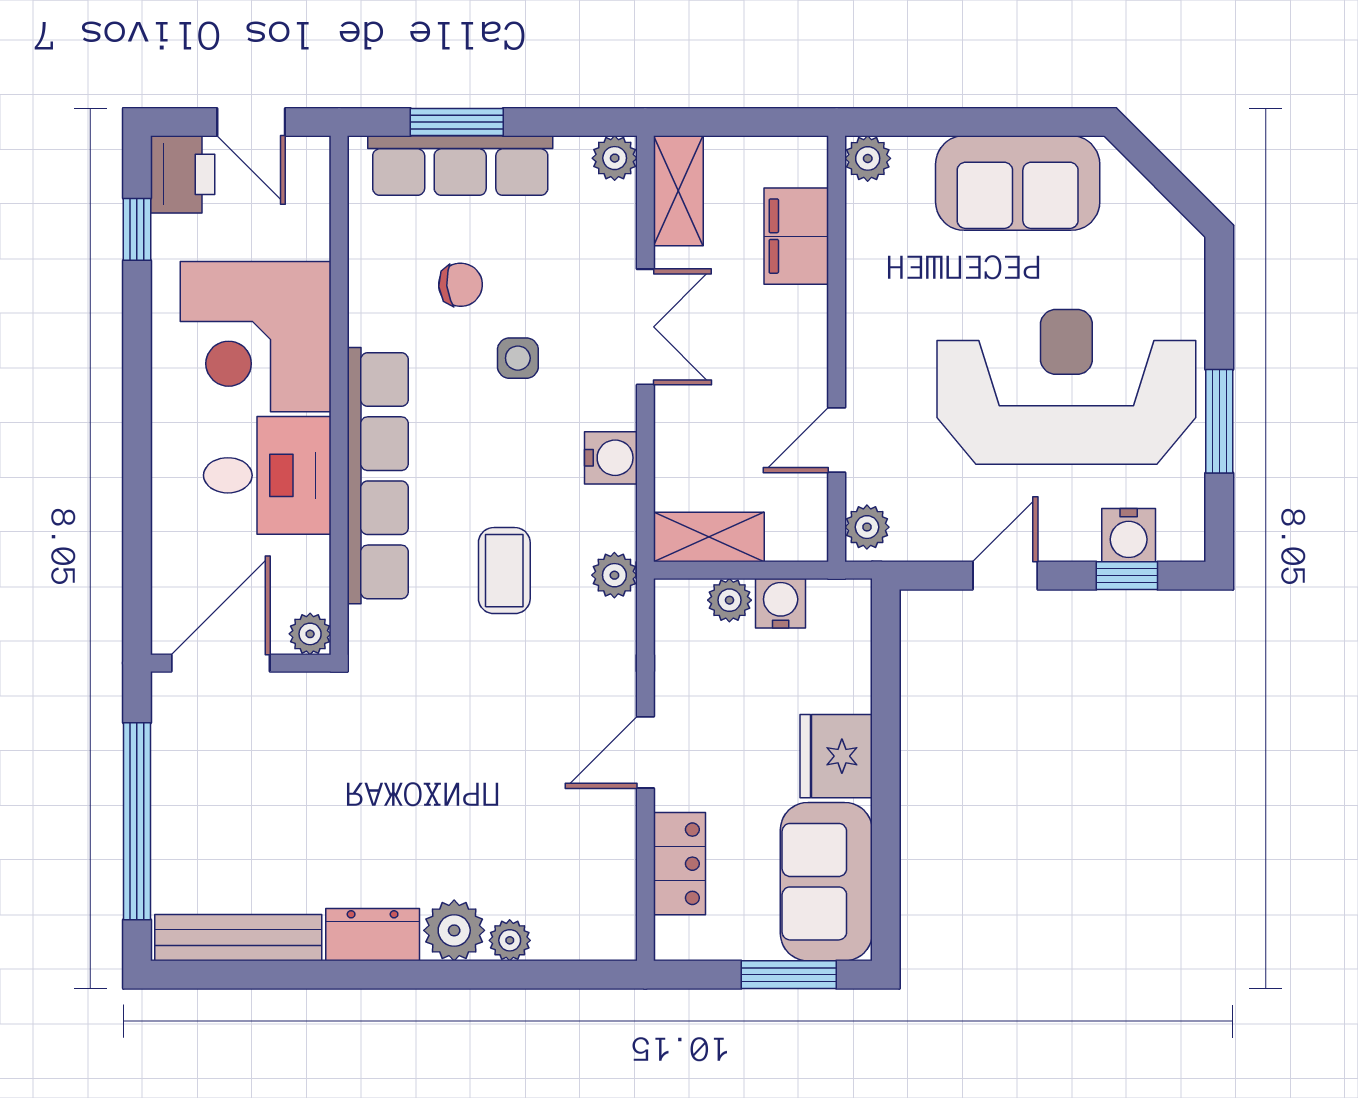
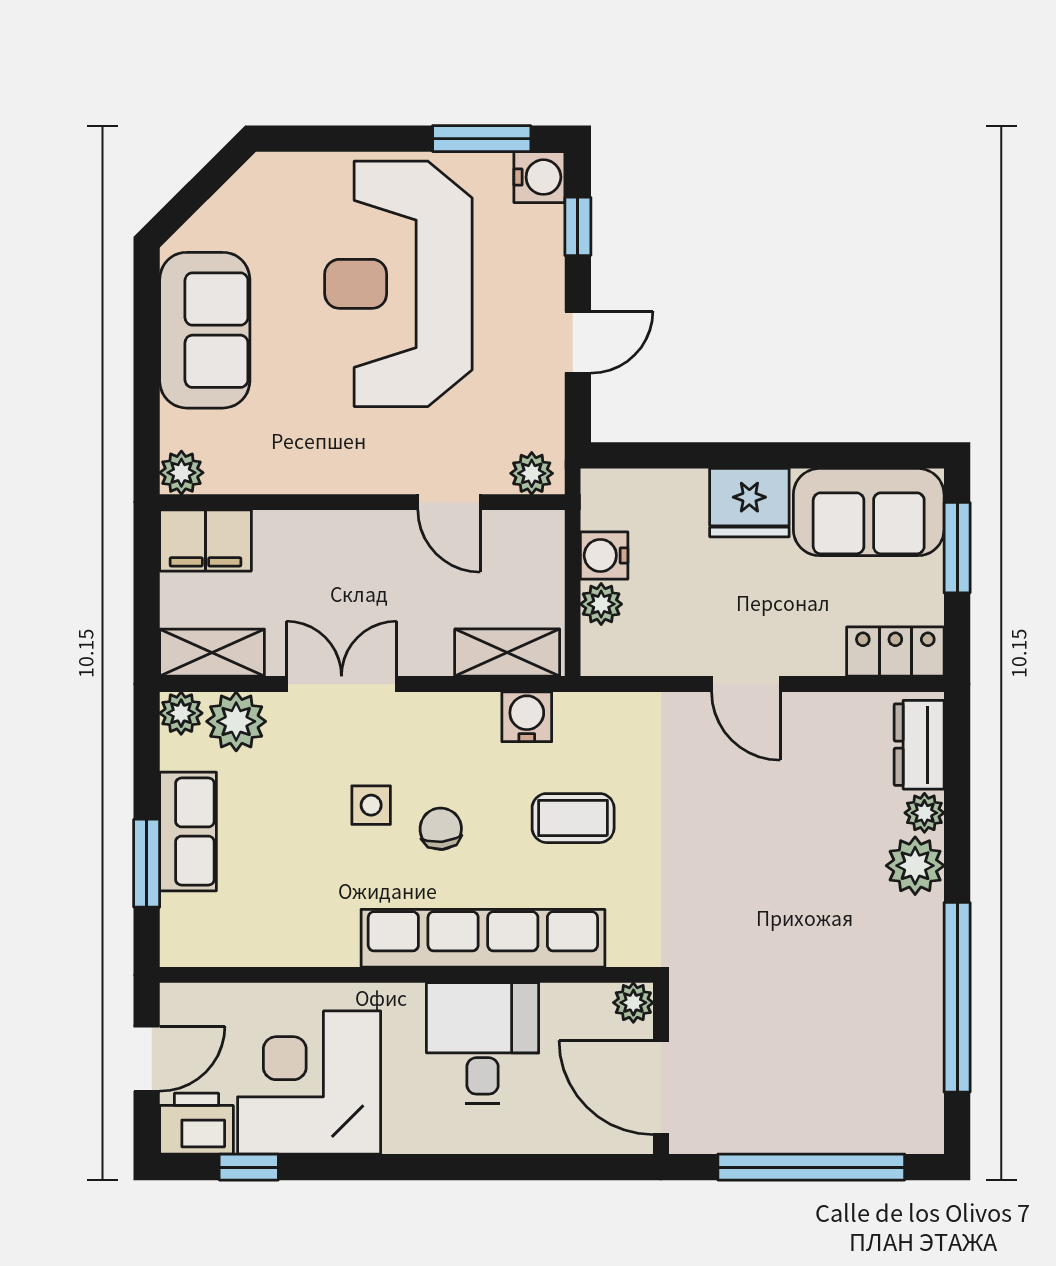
row of seats: (460, 165) -> (188, 832), width x0.68
filing cabinet: (796, 236) -> (206, 541), moved
chair: (461, 285) -> (441, 829), moved
corner desk: (256, 337) -> (309, 1083), moved, turned 180
window: (1219, 421) -> (482, 139), moved
water cooler: (611, 458) -> (527, 717), moved
water cooler: (1129, 535) -> (539, 177), moved
shelving: (709, 537) -> (507, 653), moved, turned 90
plant: (614, 575) -> (236, 721), moved, width x1.38, depth x1.38
door: (1005, 576) -> (578, 342), swing flipped
locker: (679, 864) -> (895, 652), moved
dresser: (373, 935) -> (919, 745), moved
bench: (238, 938) -> (922, 1071), removed
window: (316, 975) -> (957, 997), added

